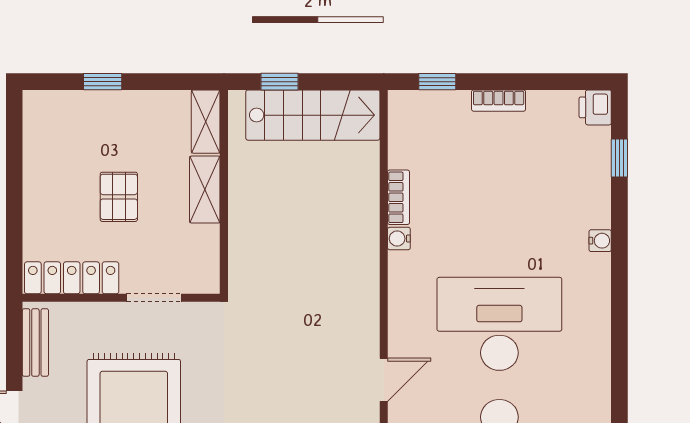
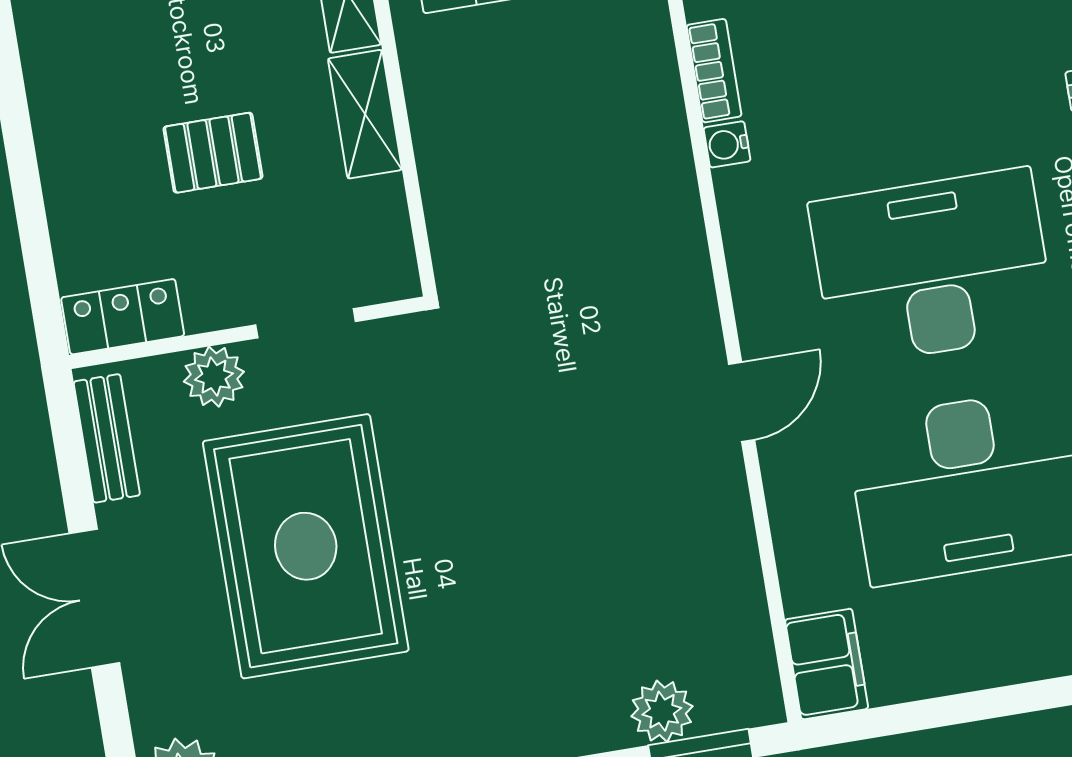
pallet: (119, 197) -> (213, 153), turned 90
locker: (72, 278) -> (123, 317), width x0.66
plant: (99, 319) -> (214, 377), added

